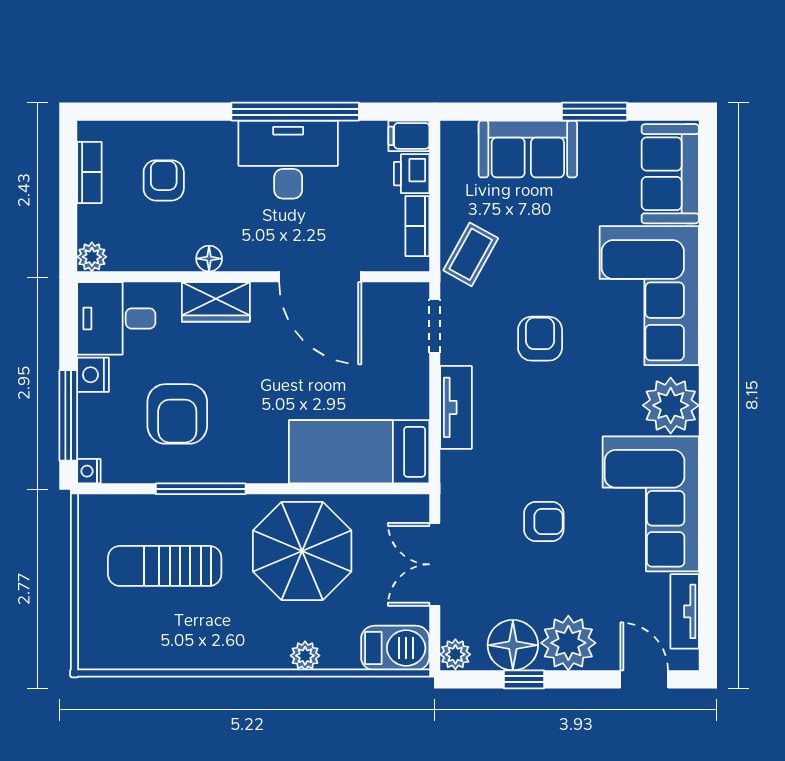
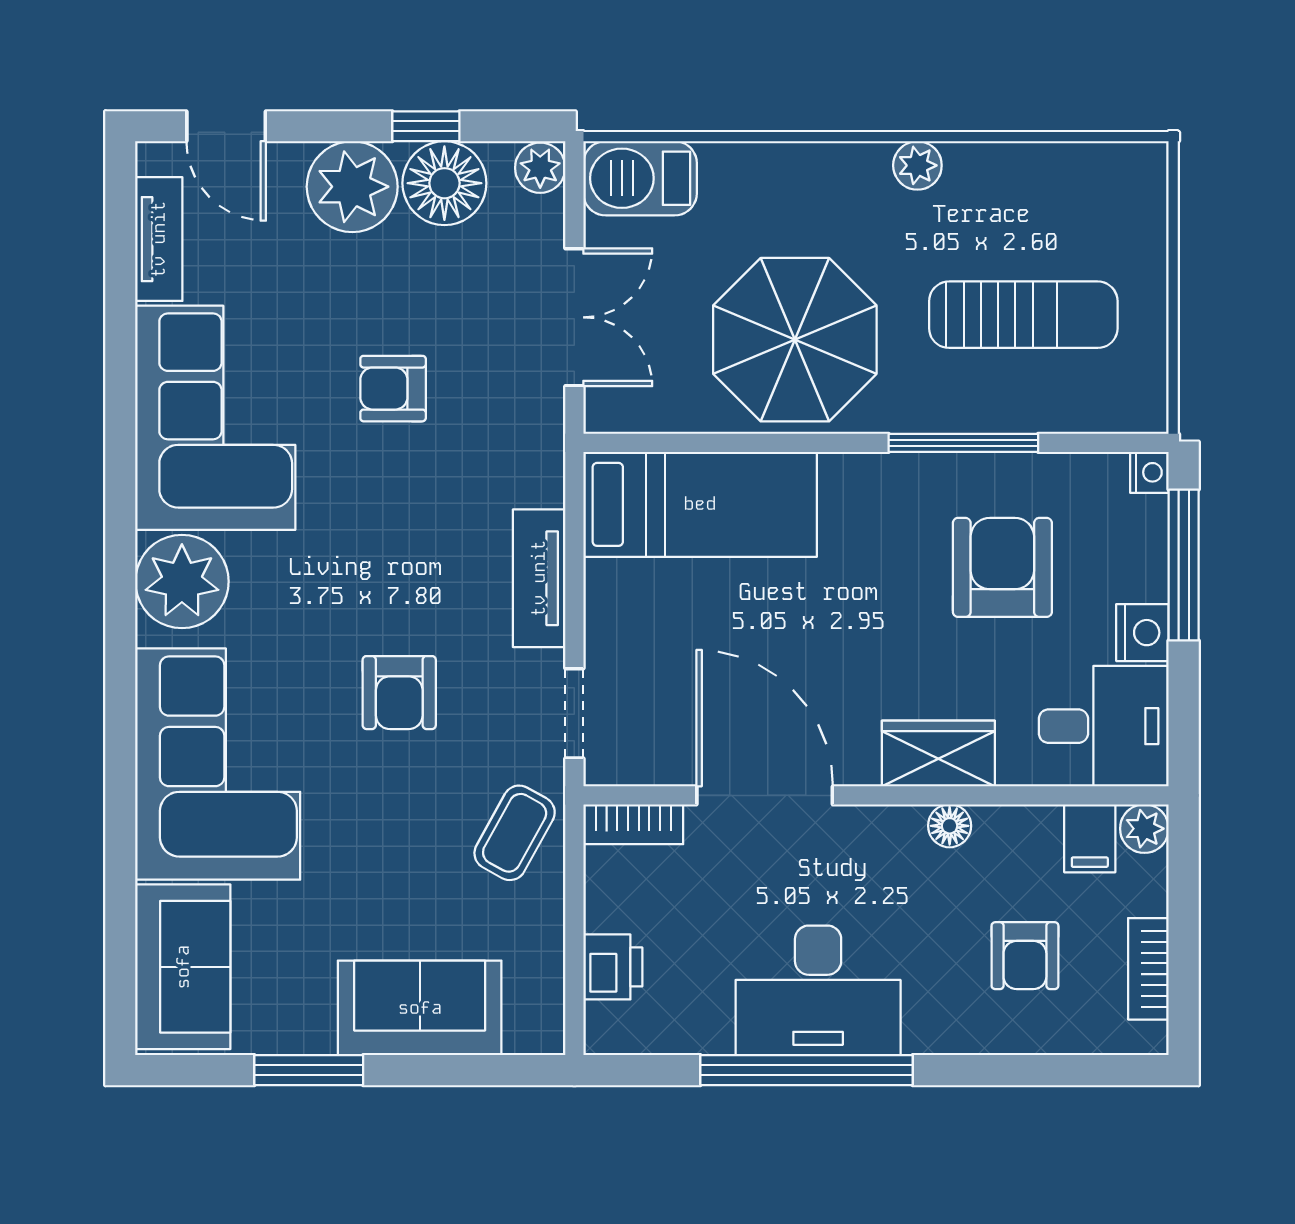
filing cabinet: (409, 136) -> (1090, 838), moved, turned 90
bookcase: (417, 226) -> (633, 824), moved, turned 90
plant: (305, 656) -> (917, 165), moved

